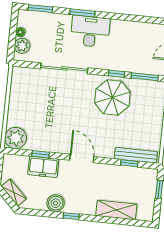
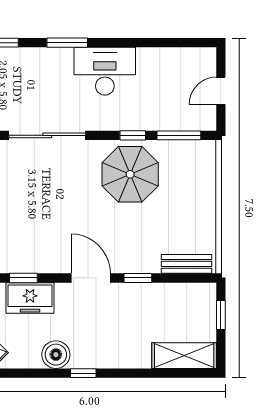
desk: (90, 31) -> (105, 71), moved
bench: (136, 155) -> (187, 264), width x0.73
window: (129, 163) -> (138, 278), moved
shelving: (116, 210) -> (184, 356), moved

